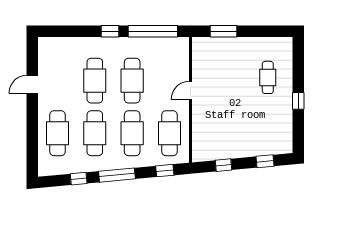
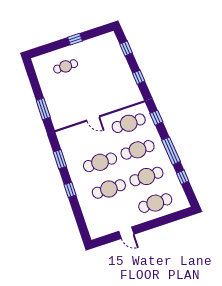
window: (153, 31) -> (60, 159), width x0.47

